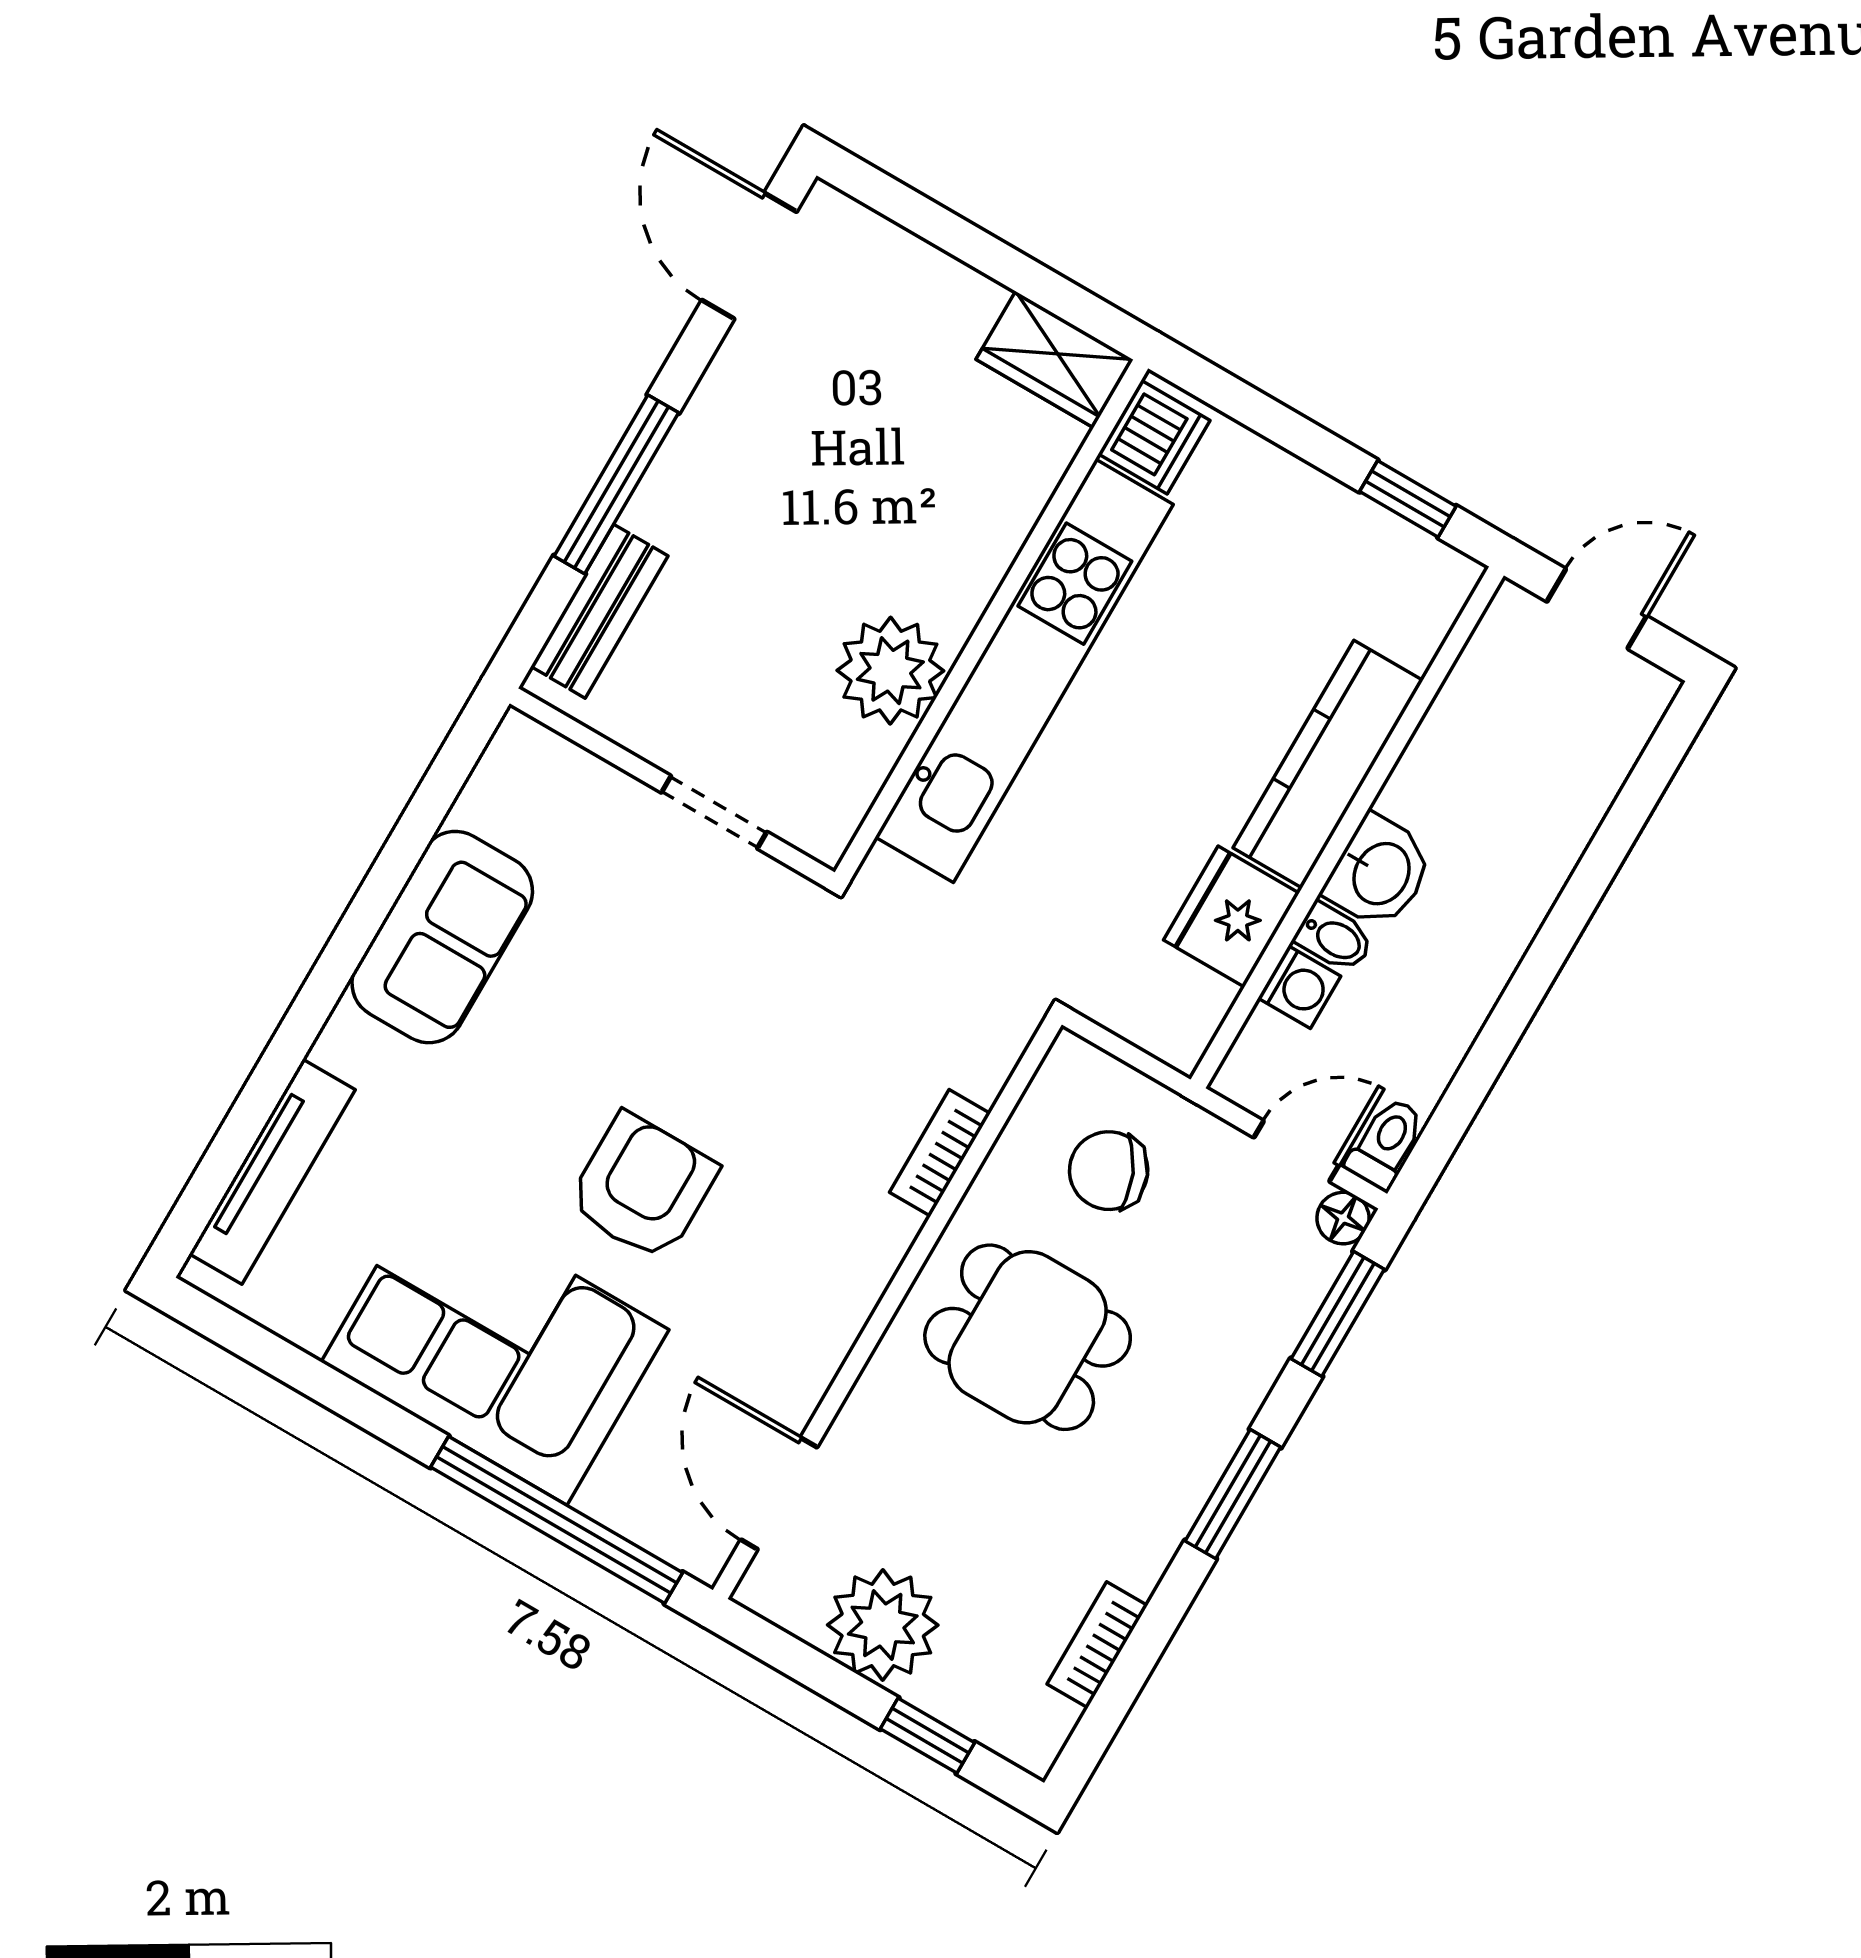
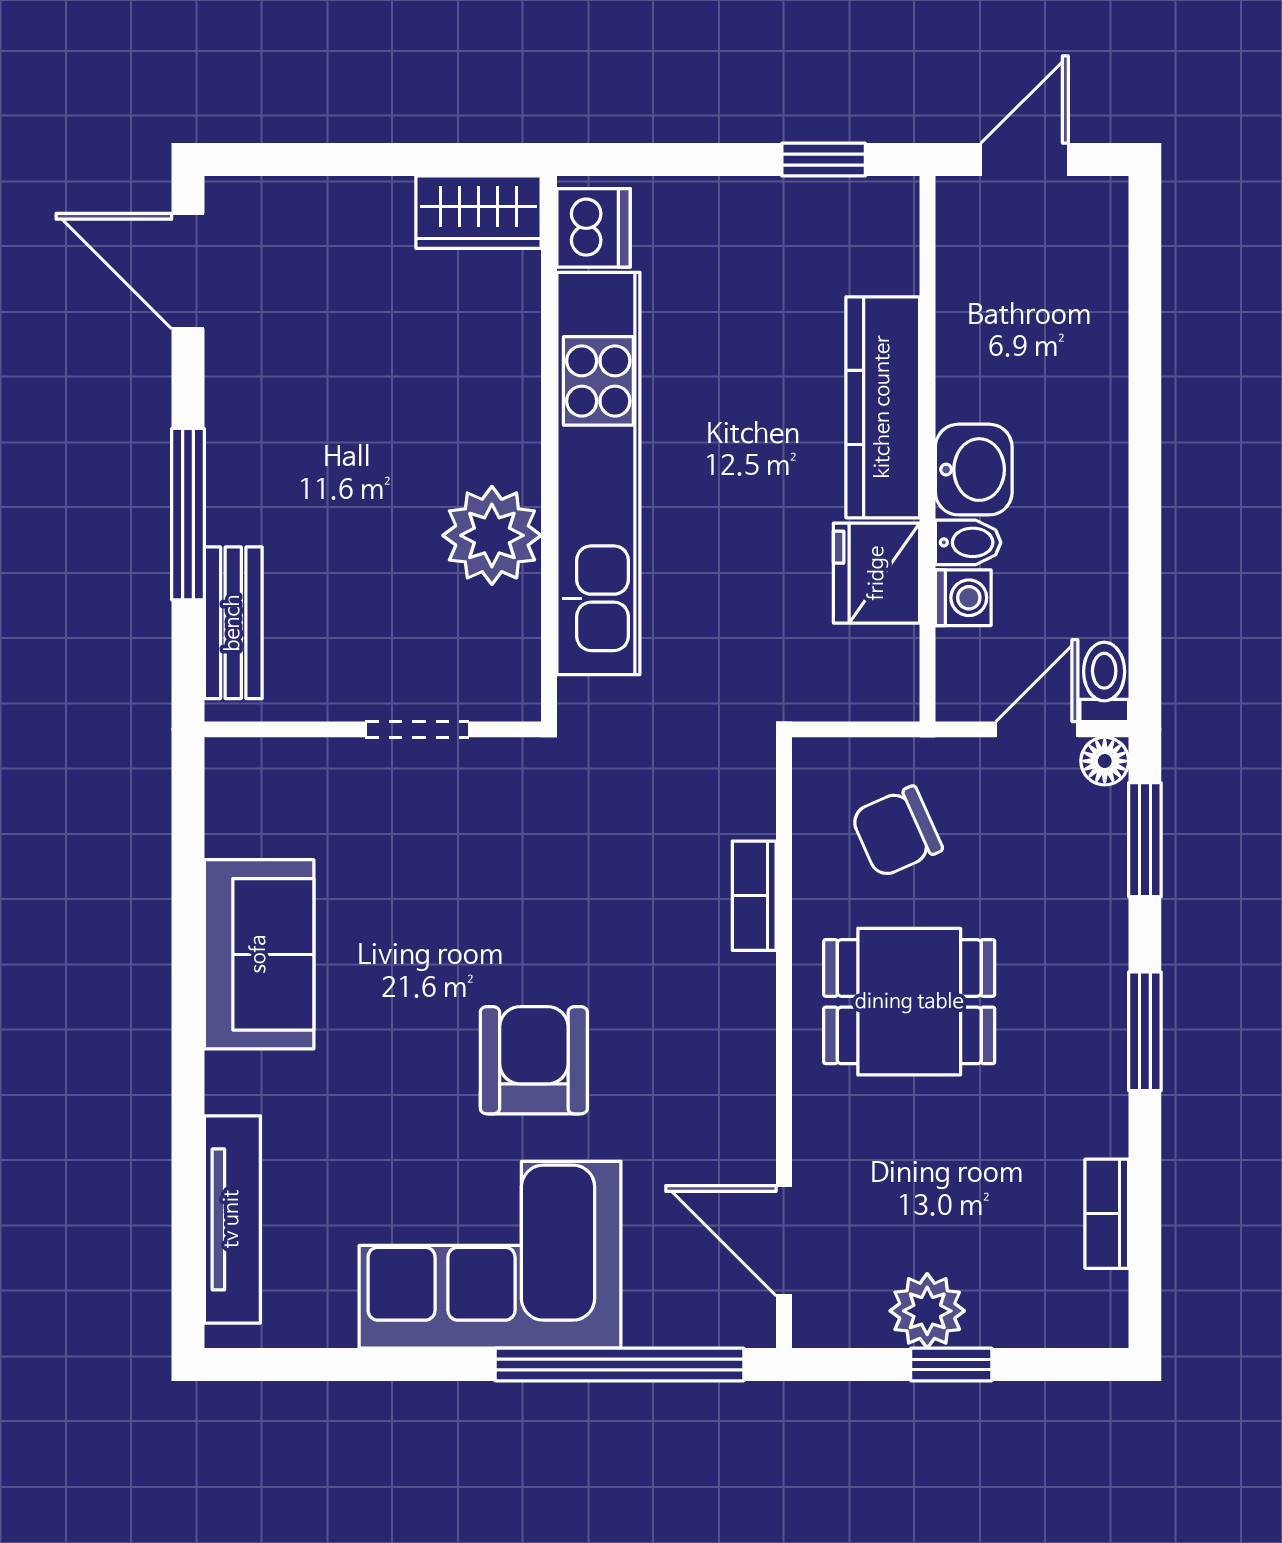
plant: (883, 1625) -> (927, 1311), width x0.73, depth x0.73
window: (927, 1736) -> (951, 1365), moved

